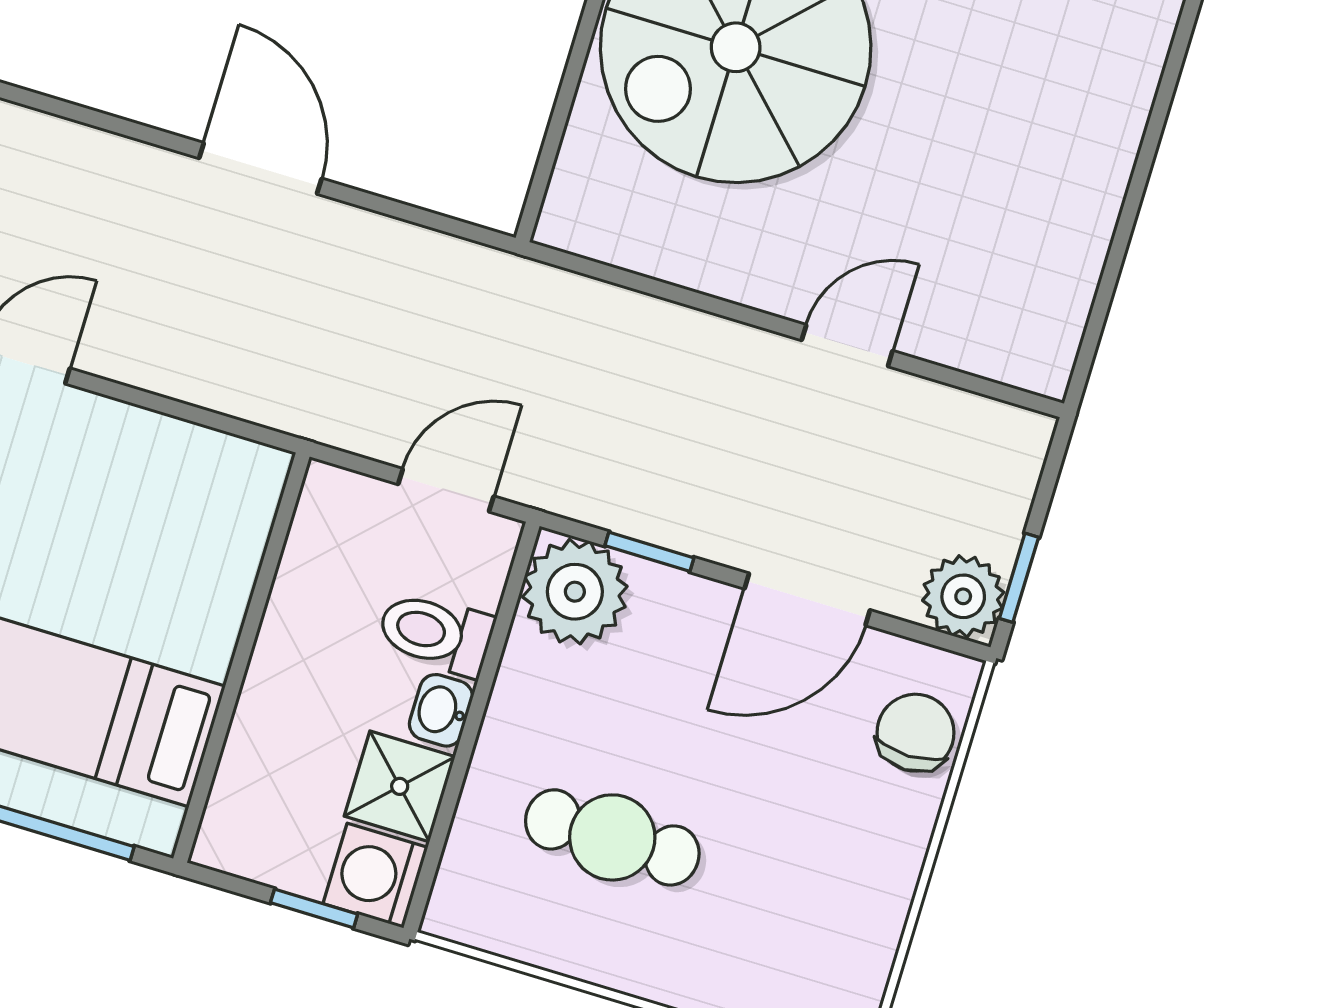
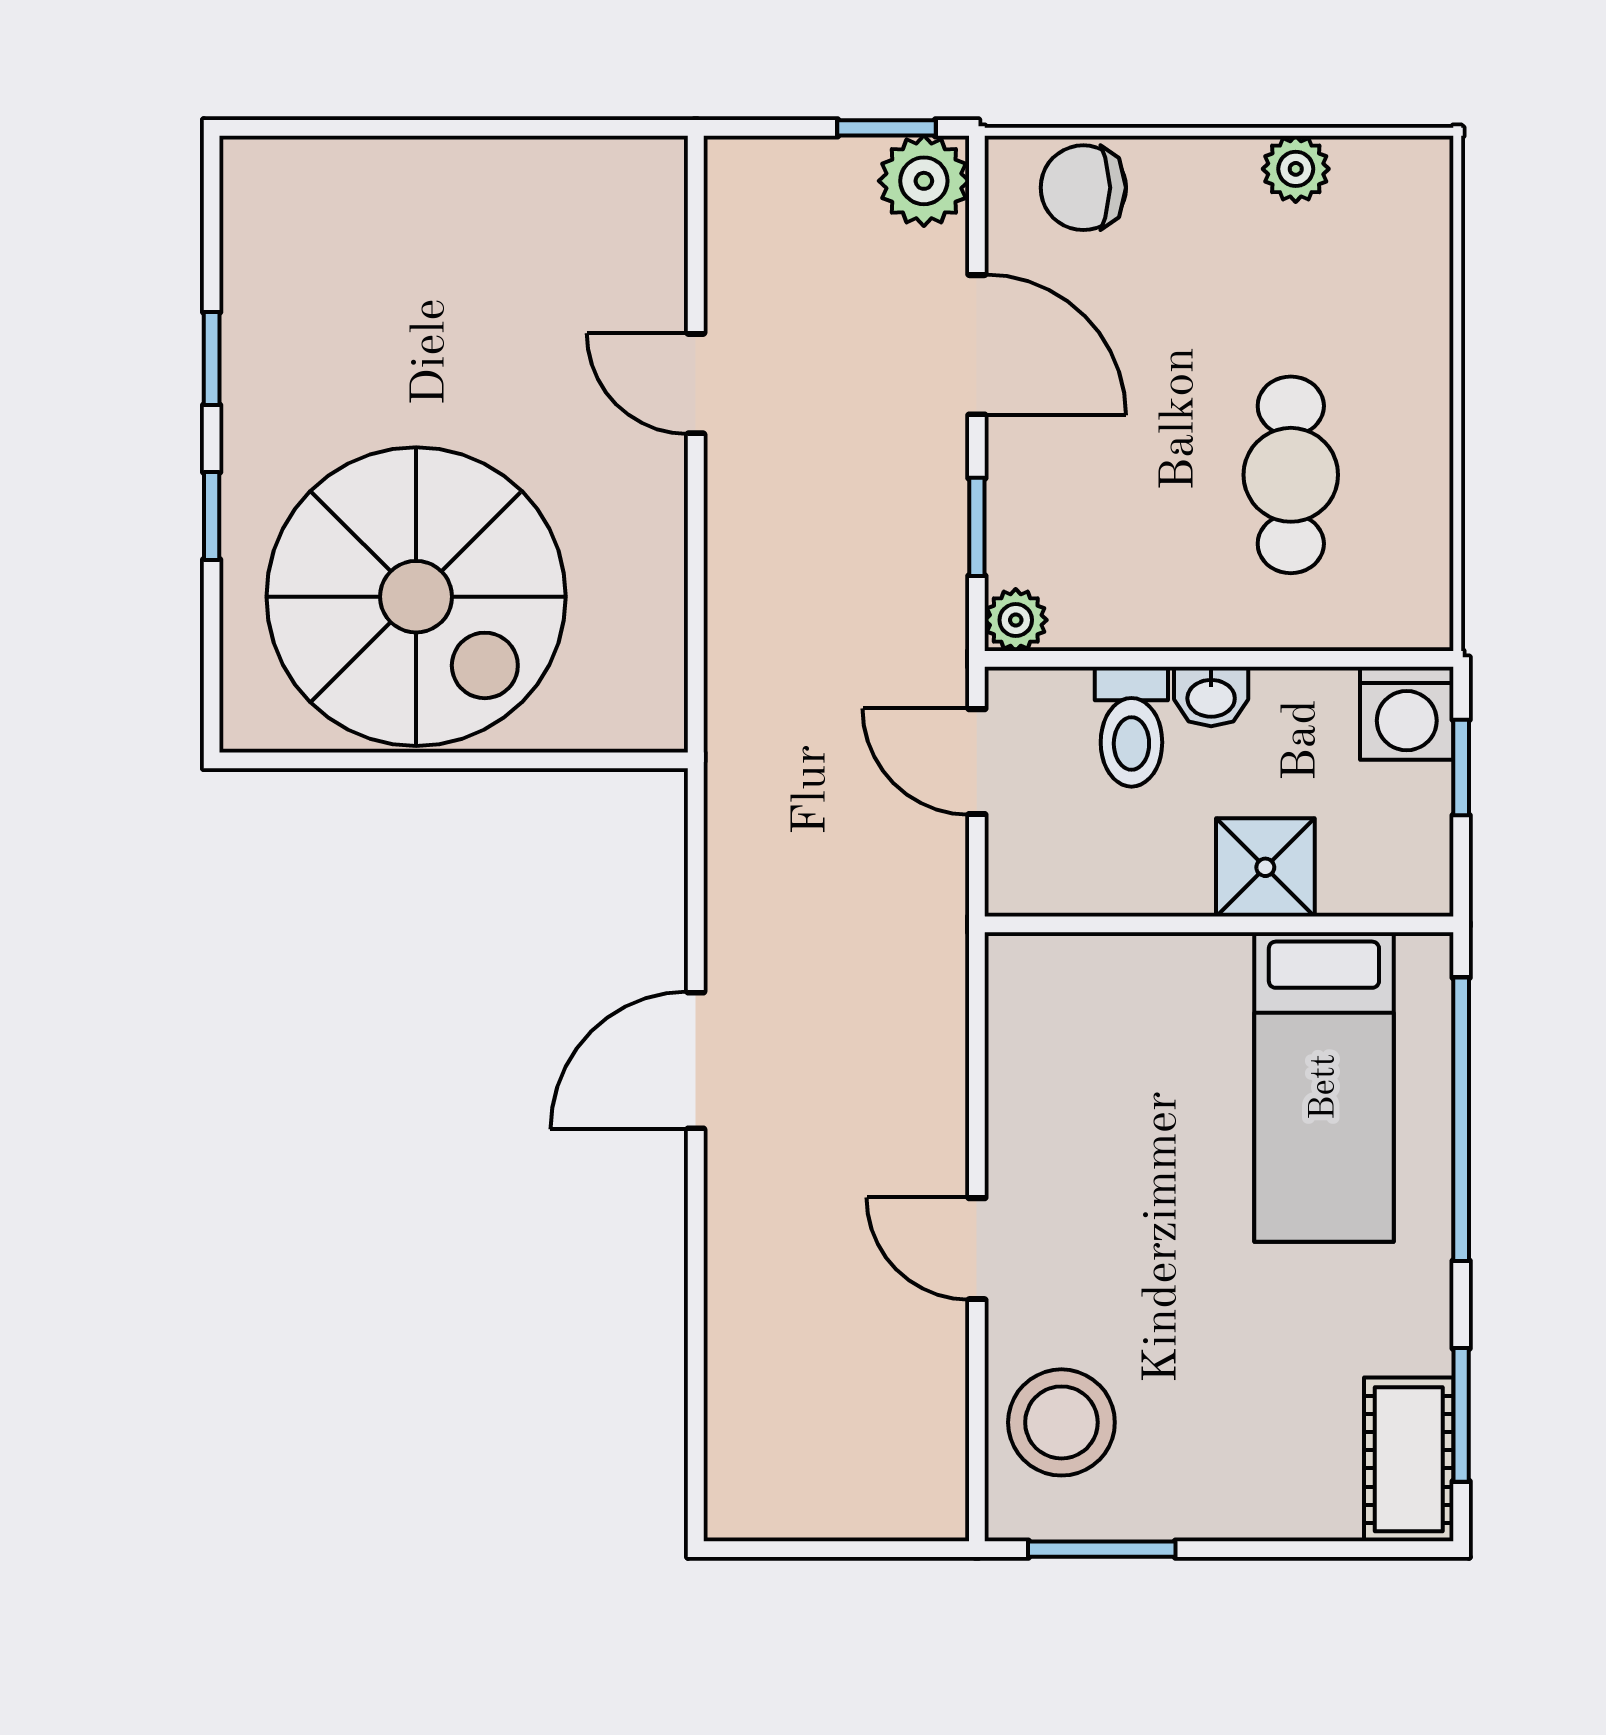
plant: (575, 592) -> (1016, 620), width x0.53, depth x0.53
shower: (400, 786) -> (1265, 867), moved
plant: (876, 922) -> (1296, 169), added

